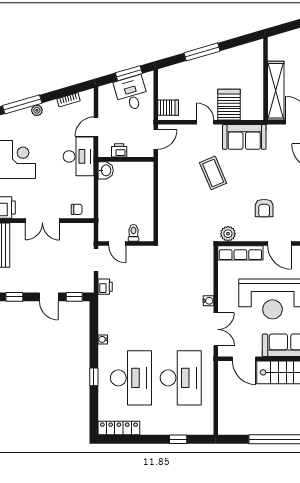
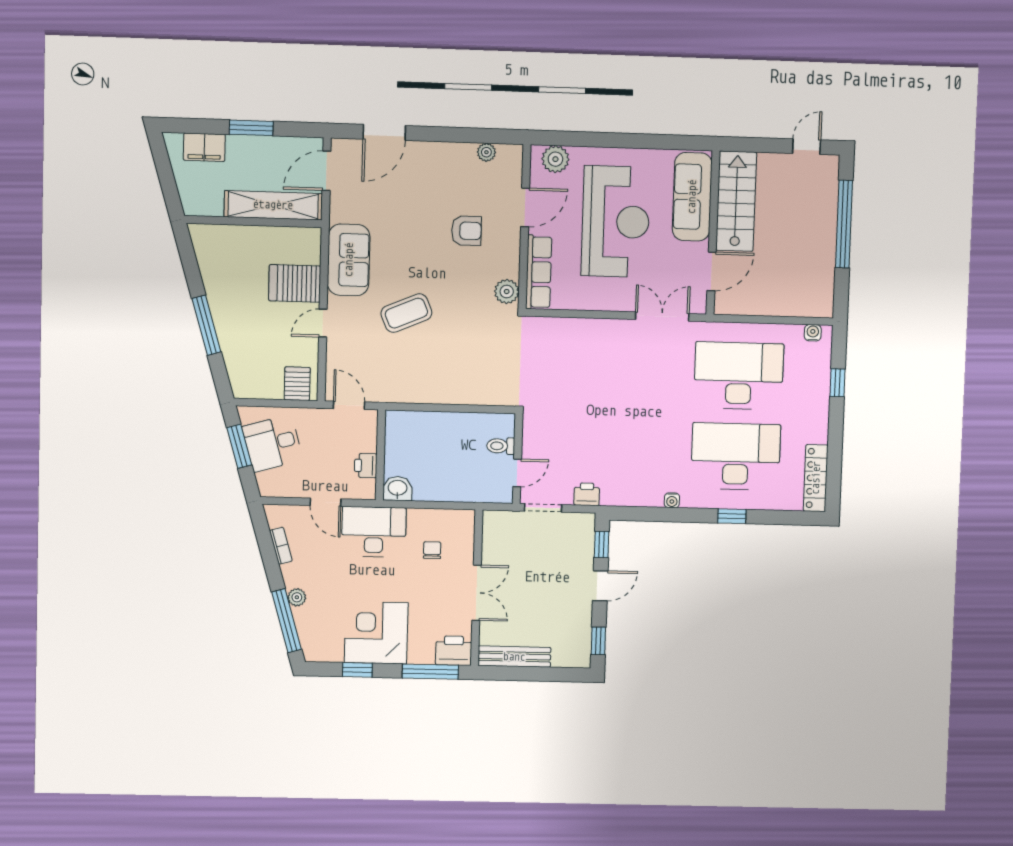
chair: (77, 209) -> (432, 550), moved
water cooler: (208, 301) -> (813, 333), moved

